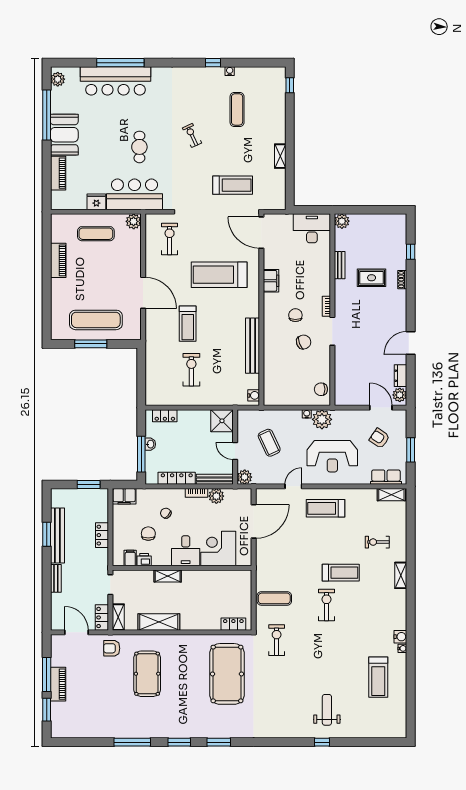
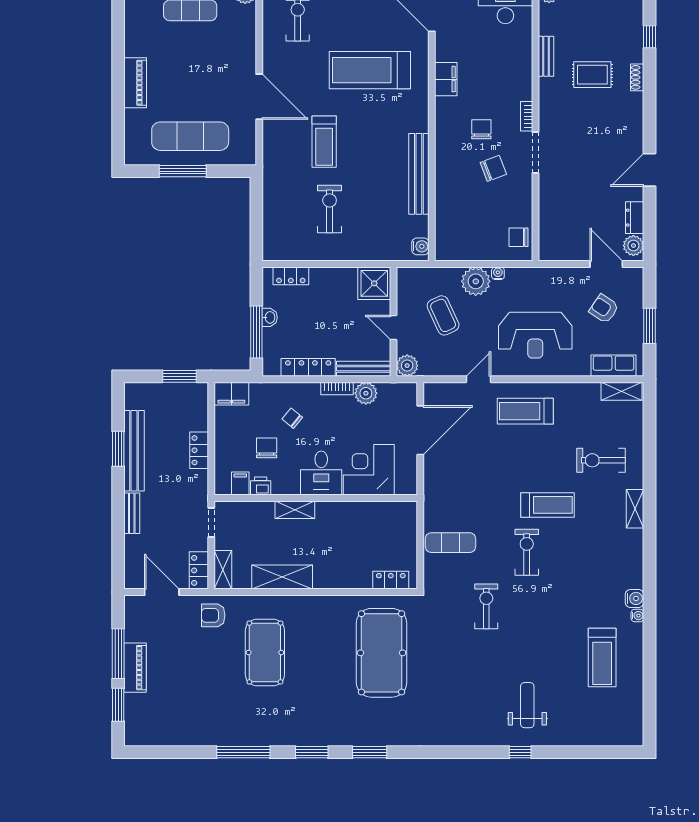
piano: (58, 260) -> (135, 83), moved
plant: (322, 419) -> (476, 281), moved
exercise bike: (377, 542) -> (601, 460), width x1.38, depth x1.39
exercise bike: (277, 640) -> (486, 606), moved

